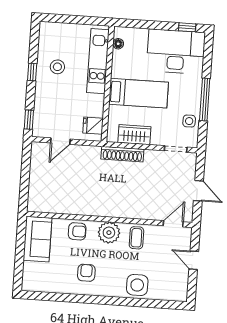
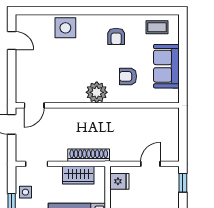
wall: (109, 219) -> (97, 105), moved
door: (173, 224) -> (34, 105), moved
plant: (109, 233) -> (97, 92), moved
coffee table: (136, 238) -> (157, 27), moved, turned 90
door: (194, 260) -> (12, 41), moved

